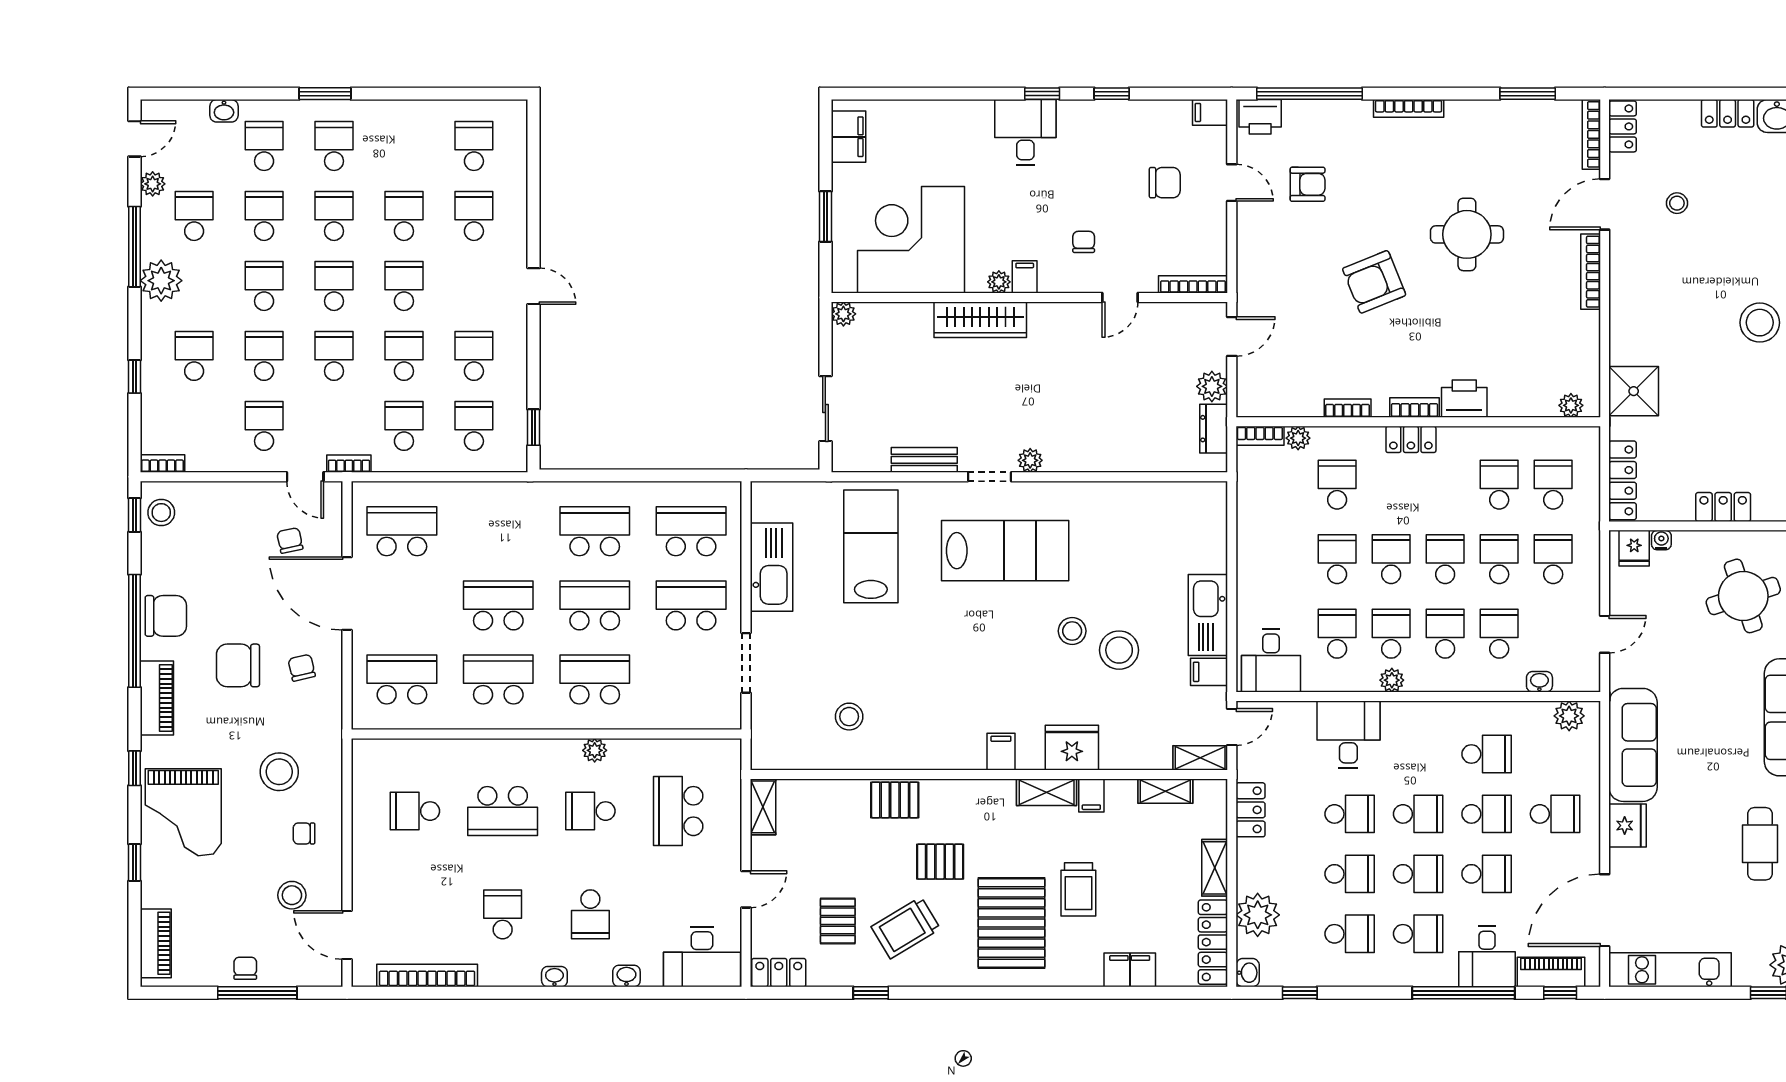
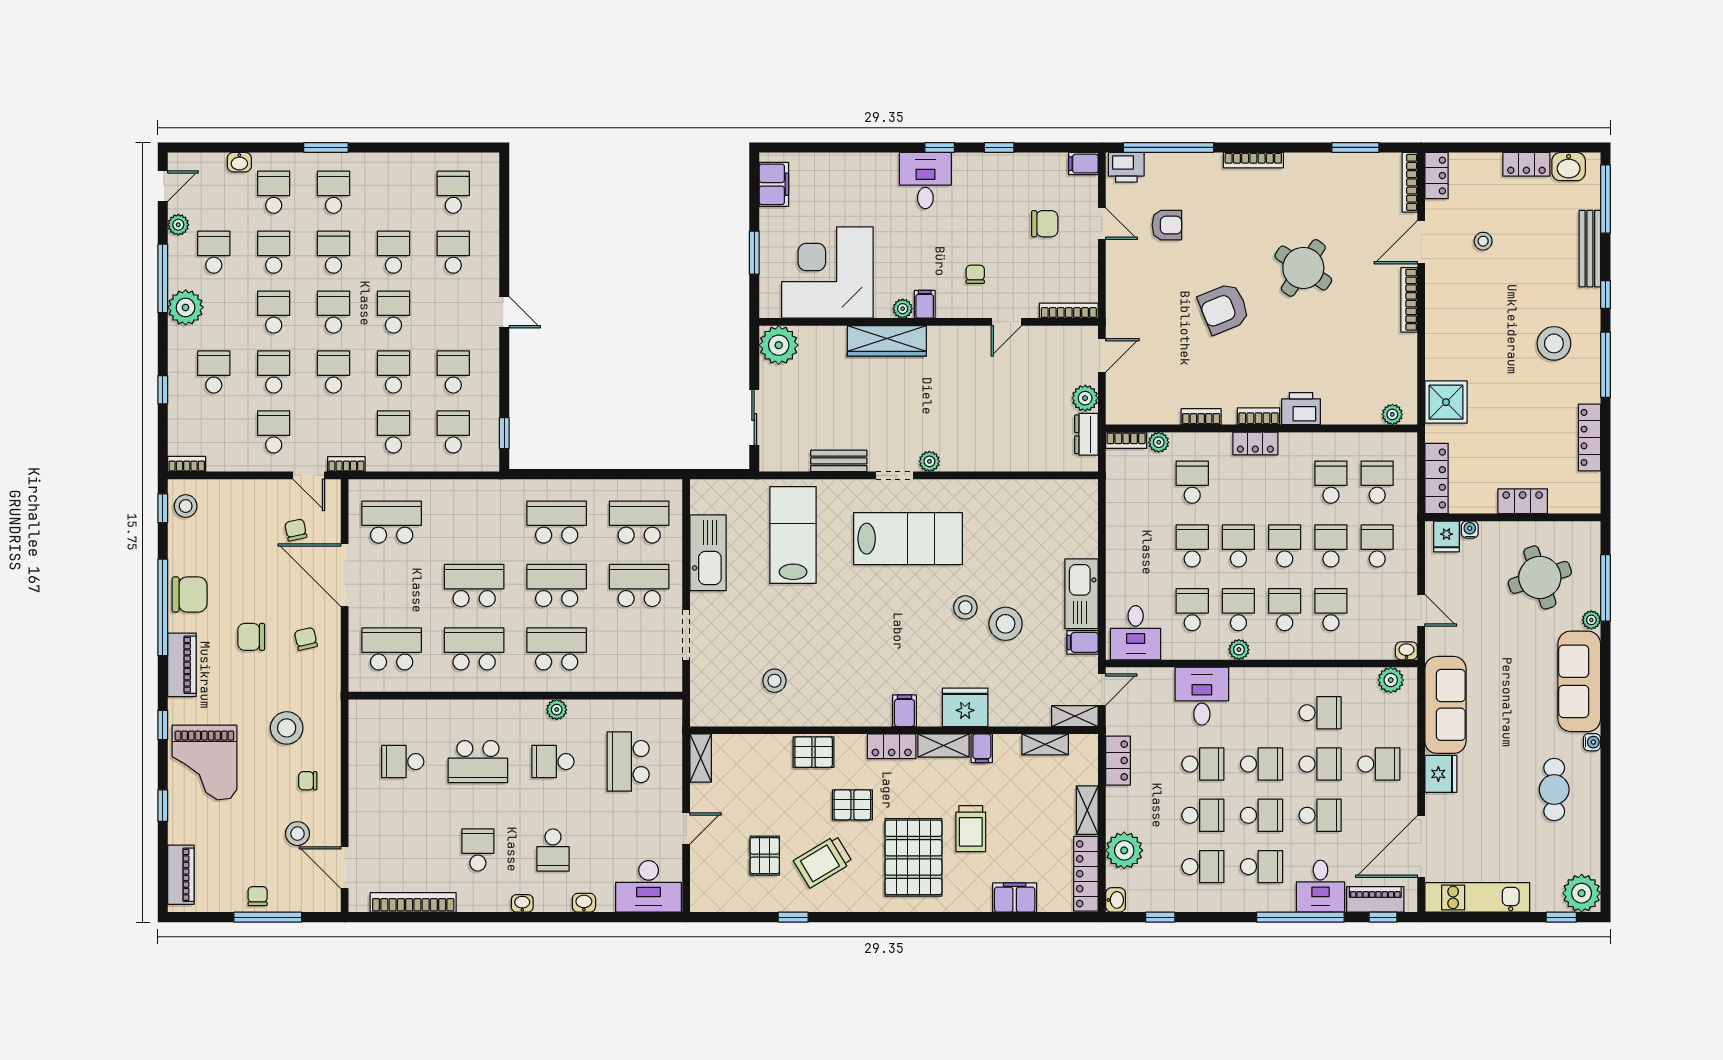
round table: (1467, 234) -> (1303, 268), turned 34
plant: (843, 314) -> (779, 345), width x1.87, depth x1.87
door: (1605, 634) -> (1421, 610), hinge flipped
chair: (238, 665) -> (251, 637), width x0.73, depth x0.73
washbasin: (1539, 682) -> (1406, 651), moved
locker: (779, 973) -> (892, 746), moved, turned 180

